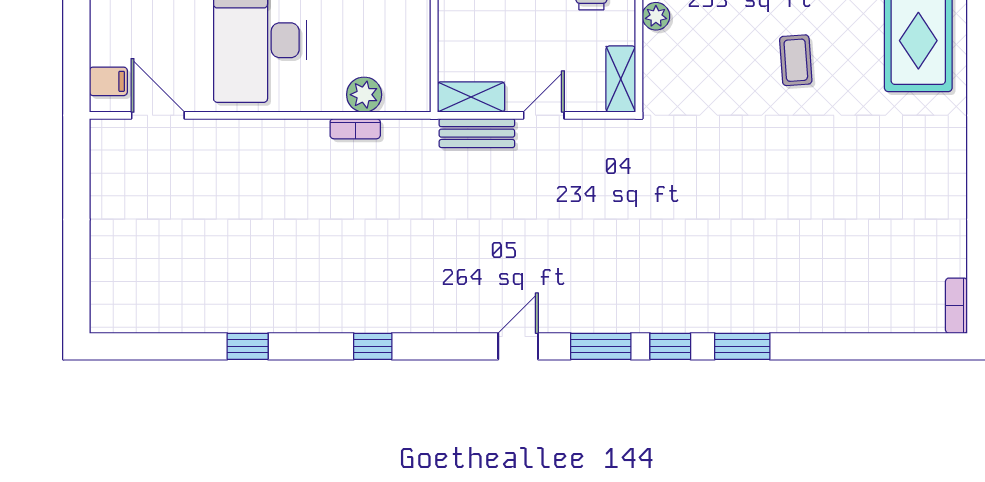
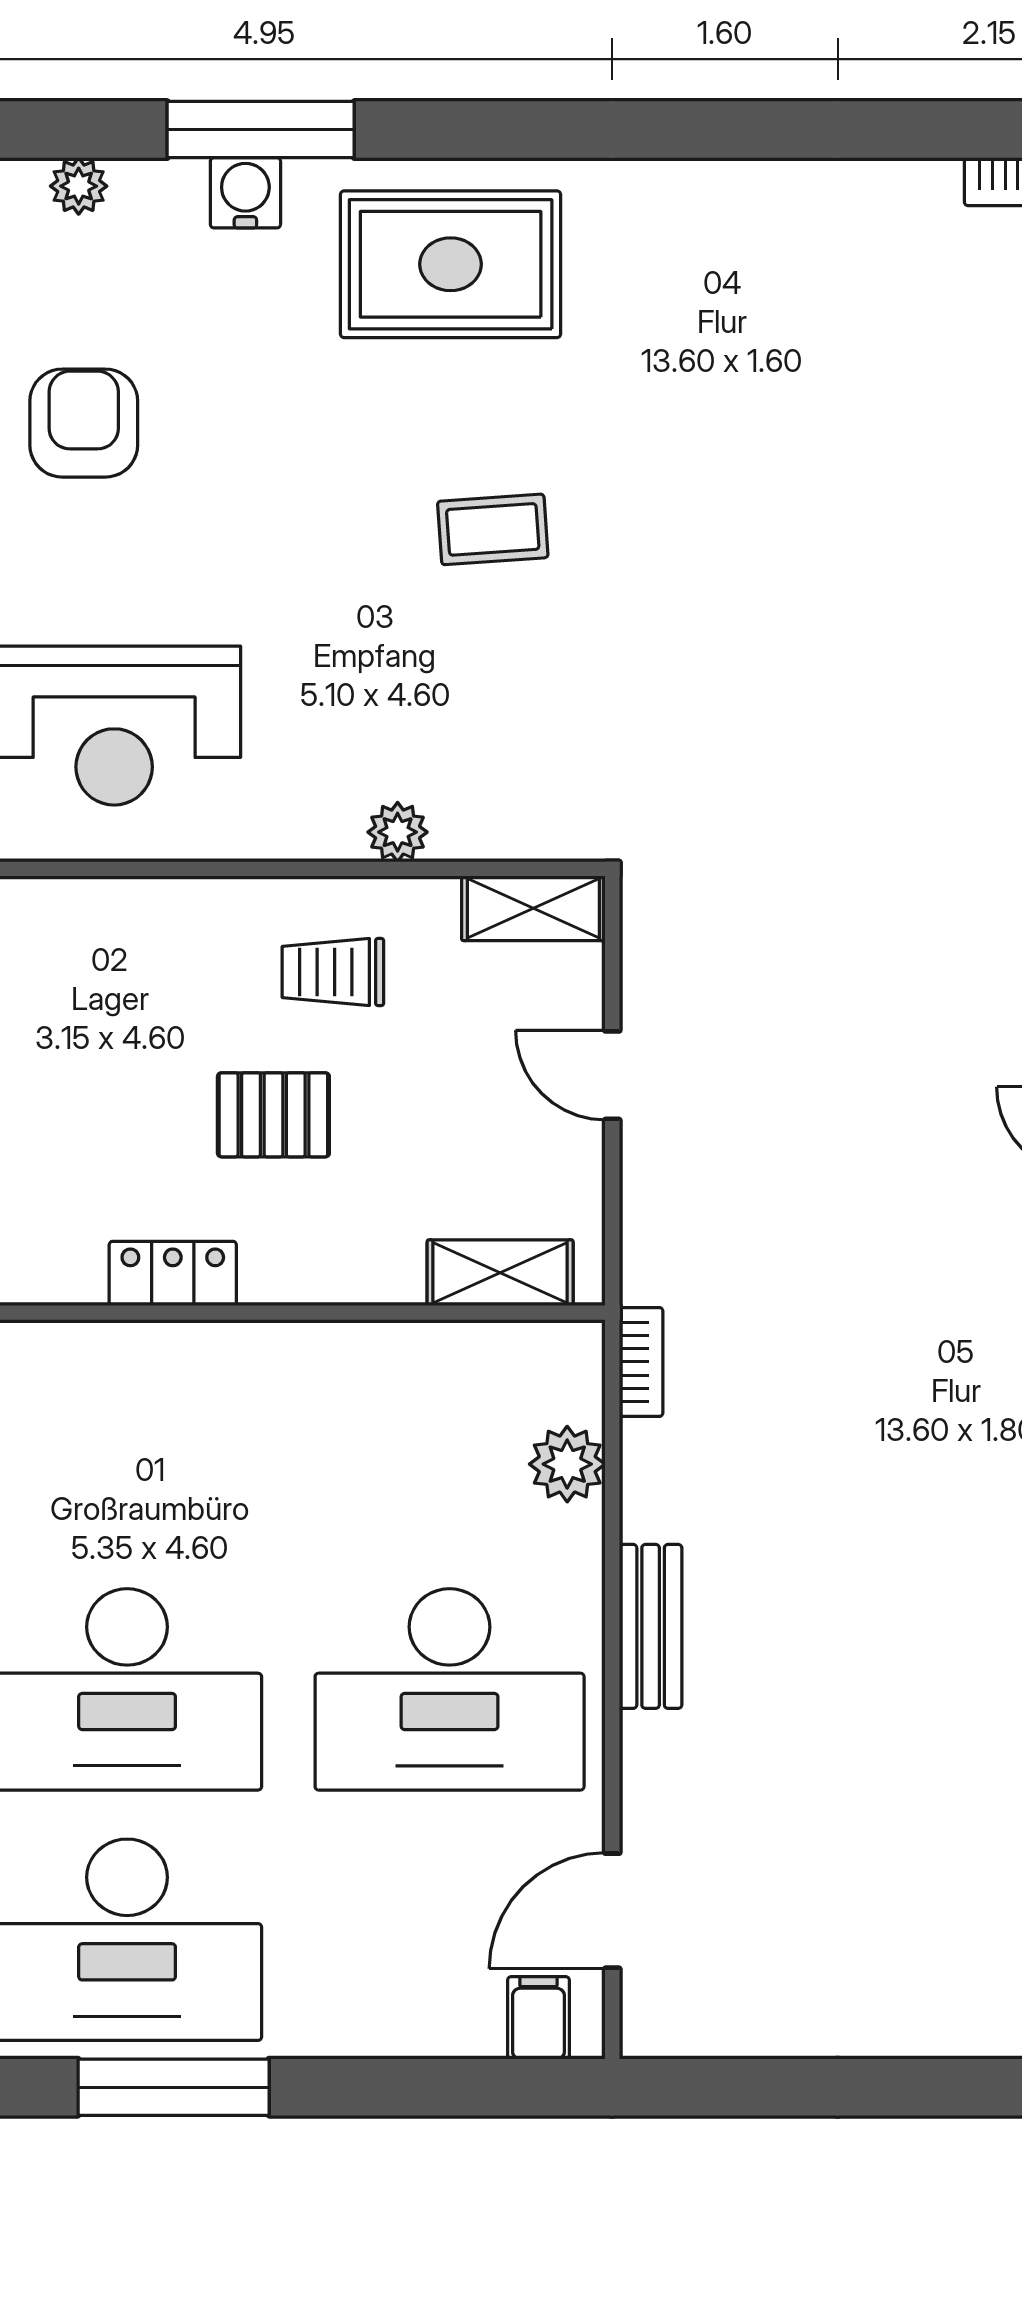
shelving: (471, 97) -> (500, 1273), moved, turned 90
bookcase: (355, 129) -> (641, 1362), moved
bench: (477, 133) -> (651, 1626), moved

